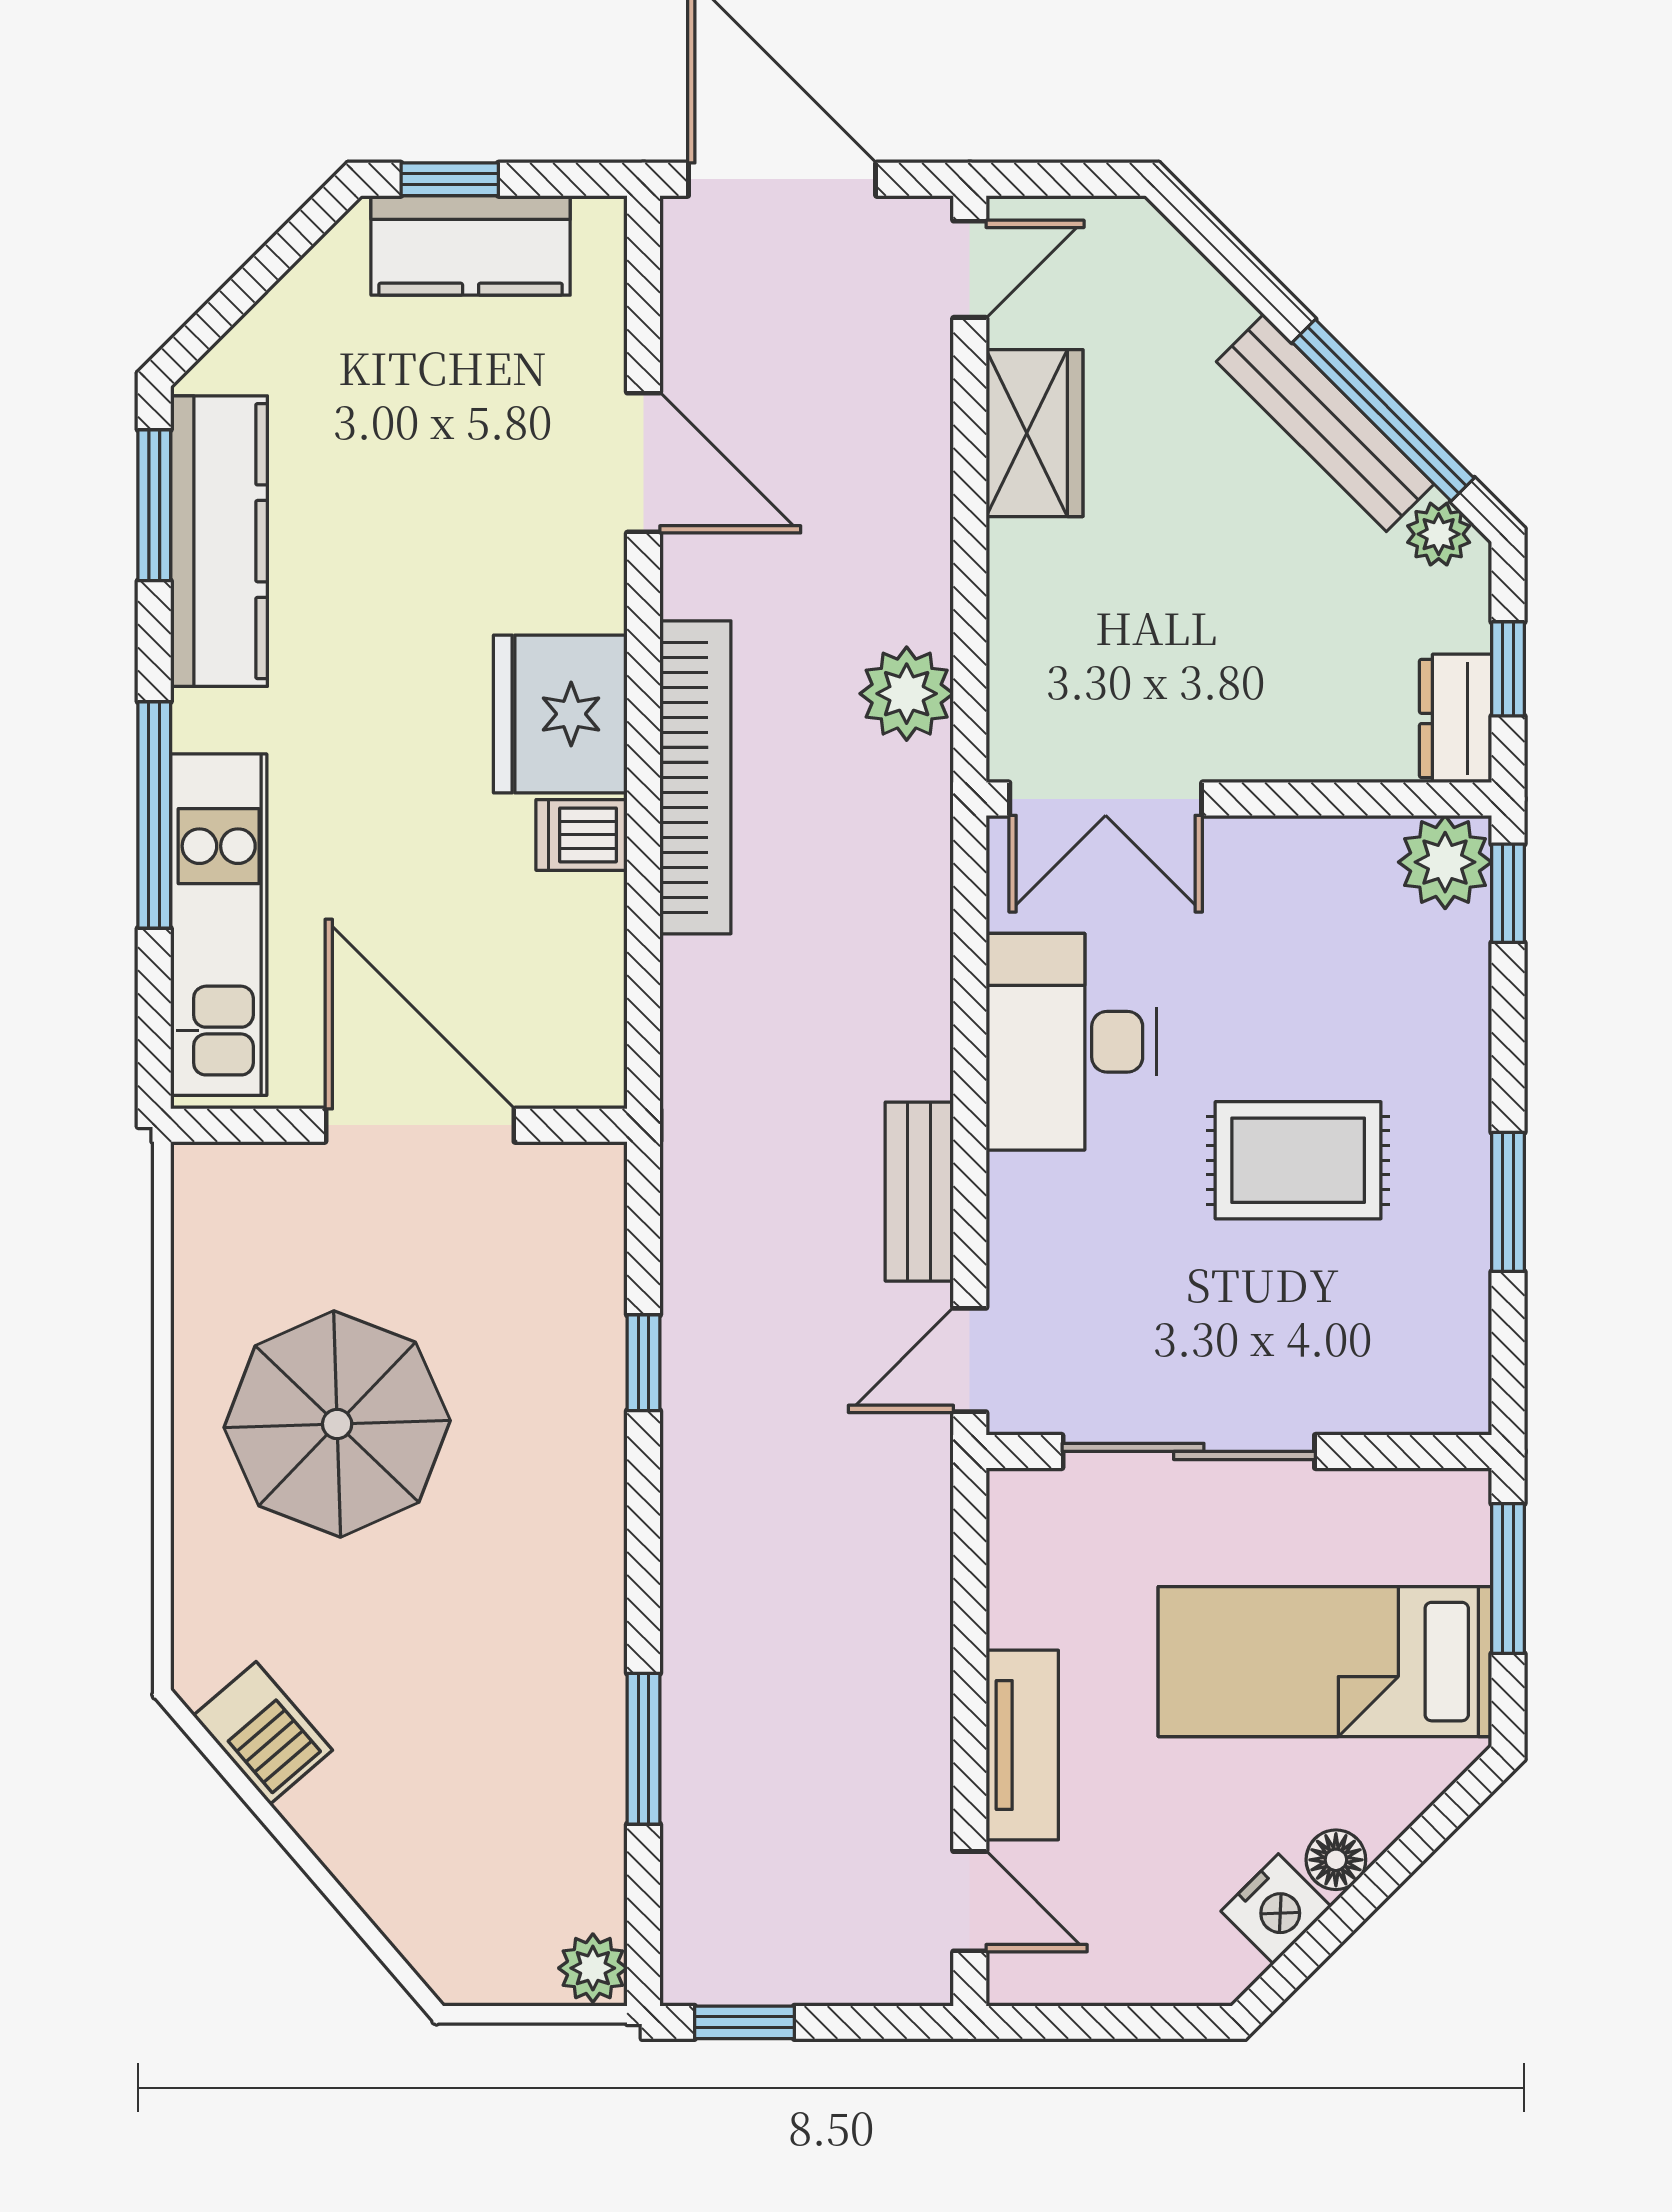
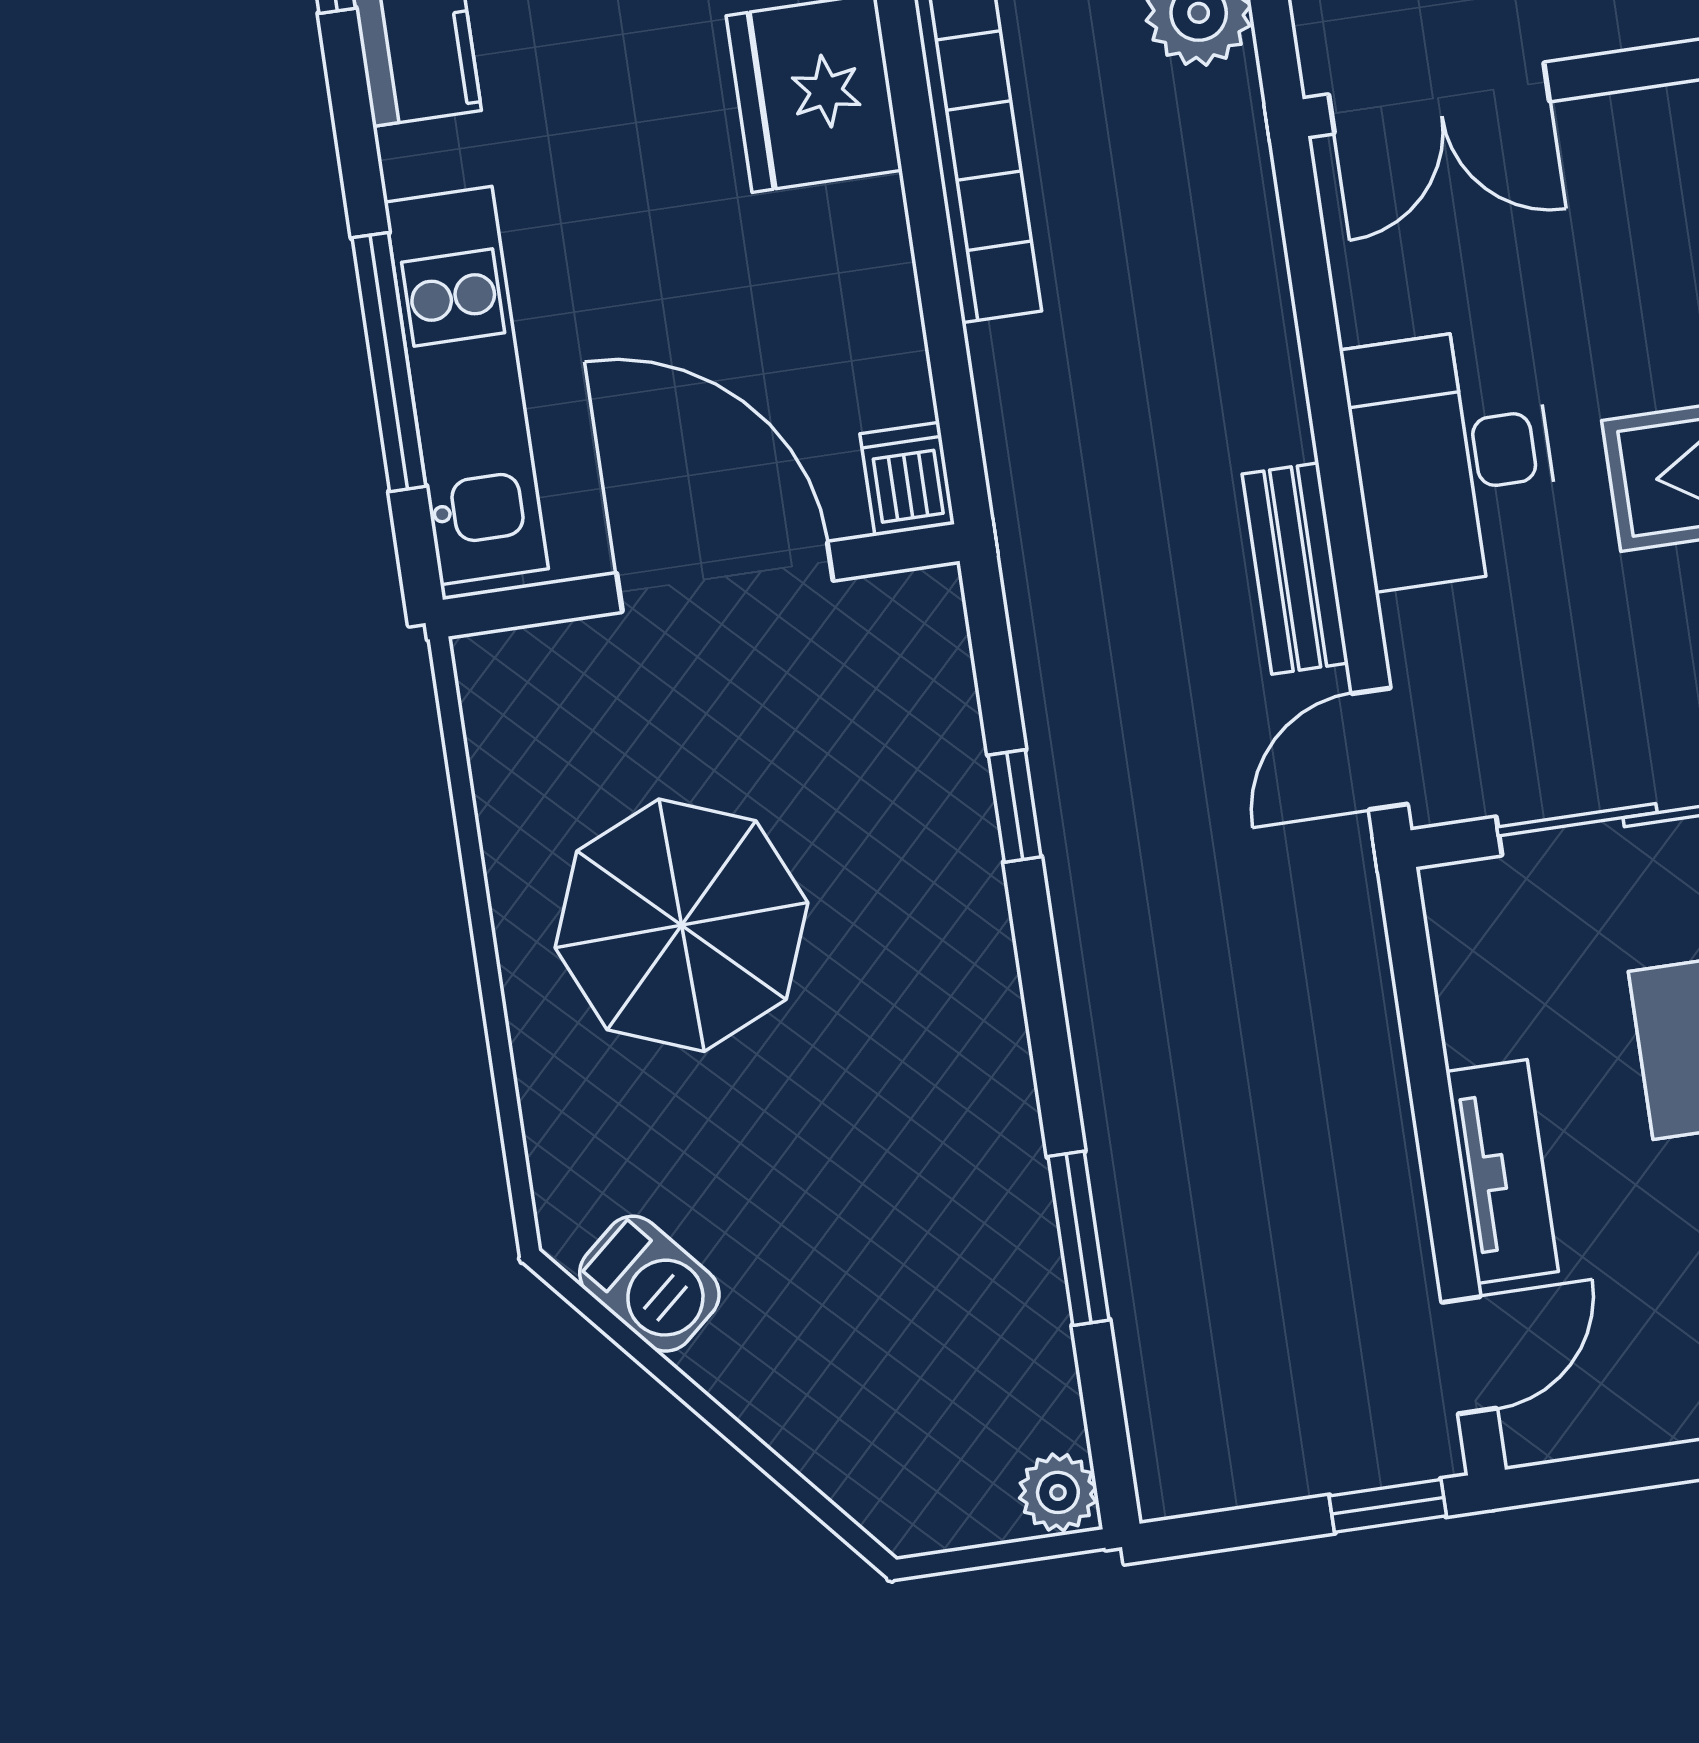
window: (154, 815) -> (389, 362), moved
dishwasher: (582, 835) -> (907, 479), moved, turned 90
desk: (1071, 1042) -> (1453, 457), moved
door: (970, 1901) -> (1469, 1355), hinge flipped
window: (744, 2022) -> (1388, 1506), moved

